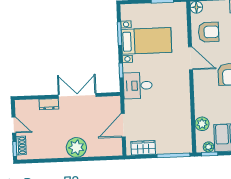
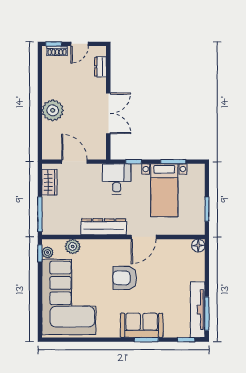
armchair: (209, 32) -> (171, 257), removed
dresser: (183, 96) -> (104, 227), added
dresser: (49, 104) -> (100, 67), moved

